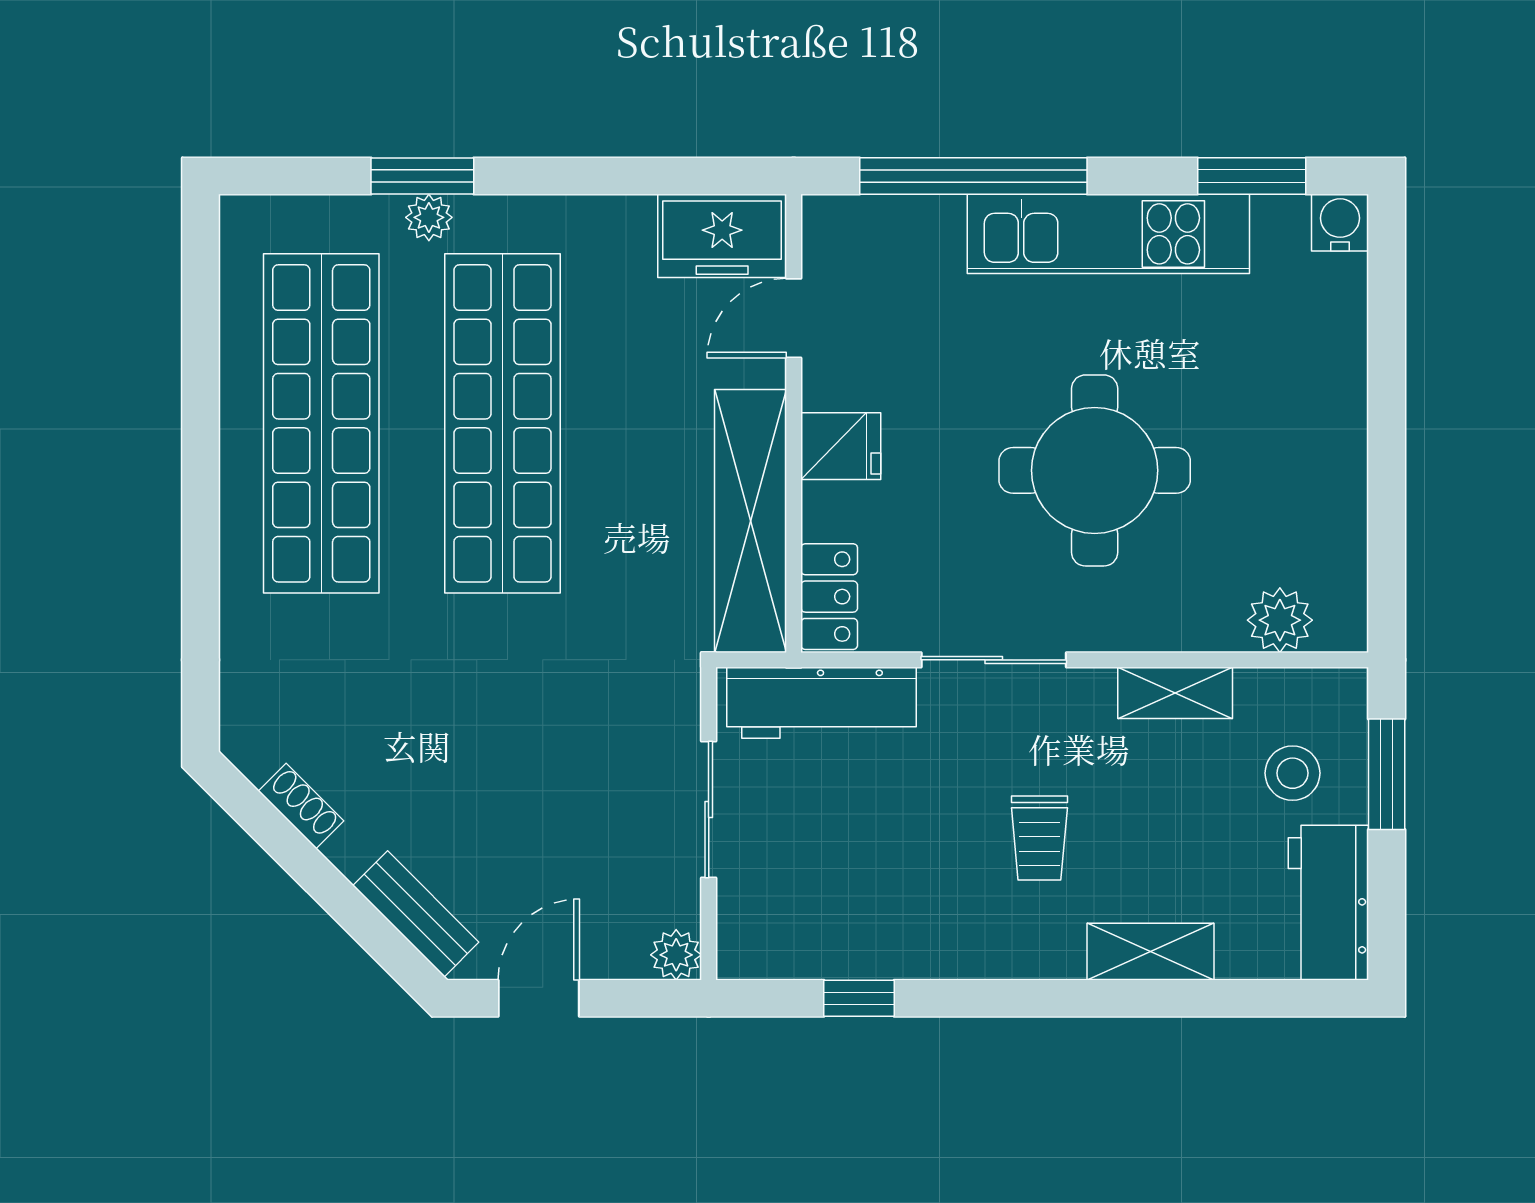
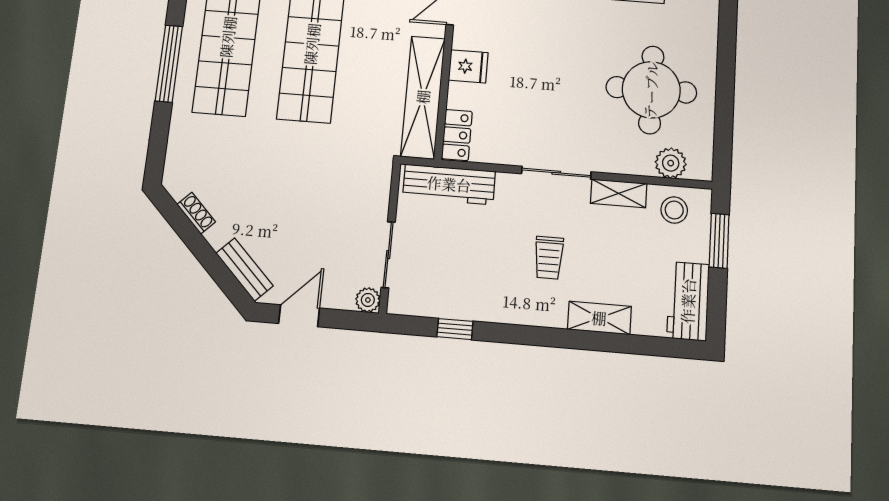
round table: (1095, 470) -> (651, 90), moved
window: (201, 491) -> (169, 64), added
sliding door: (994, 660) -> (556, 173), moved
stool: (1292, 773) -> (674, 210), moved
sliding door: (709, 809) -> (388, 255), moved

